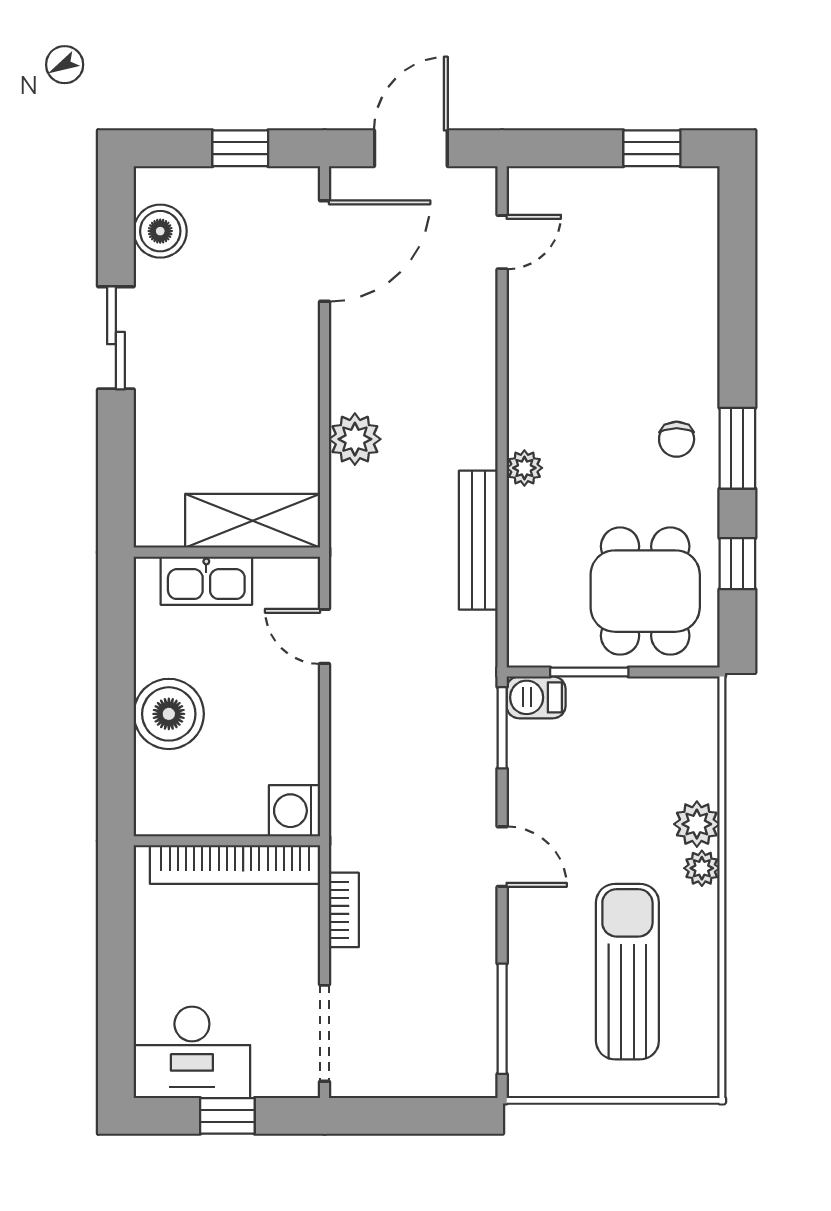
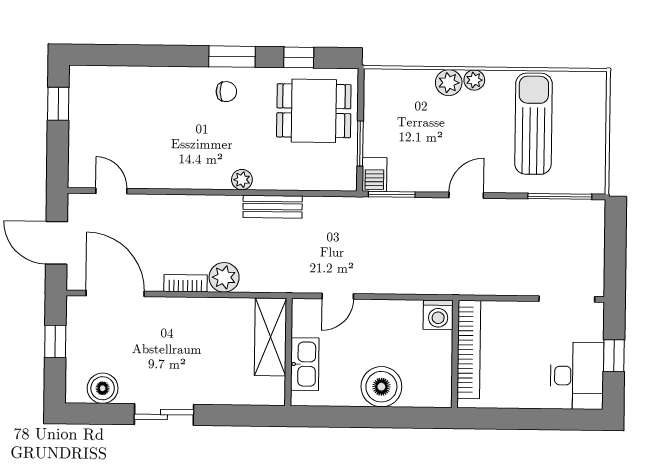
bench: (478, 540) -> (273, 207), width x0.73
bookcase: (344, 910) -> (185, 283), moved
sun lounger: (627, 972) -> (533, 124), turned 90

